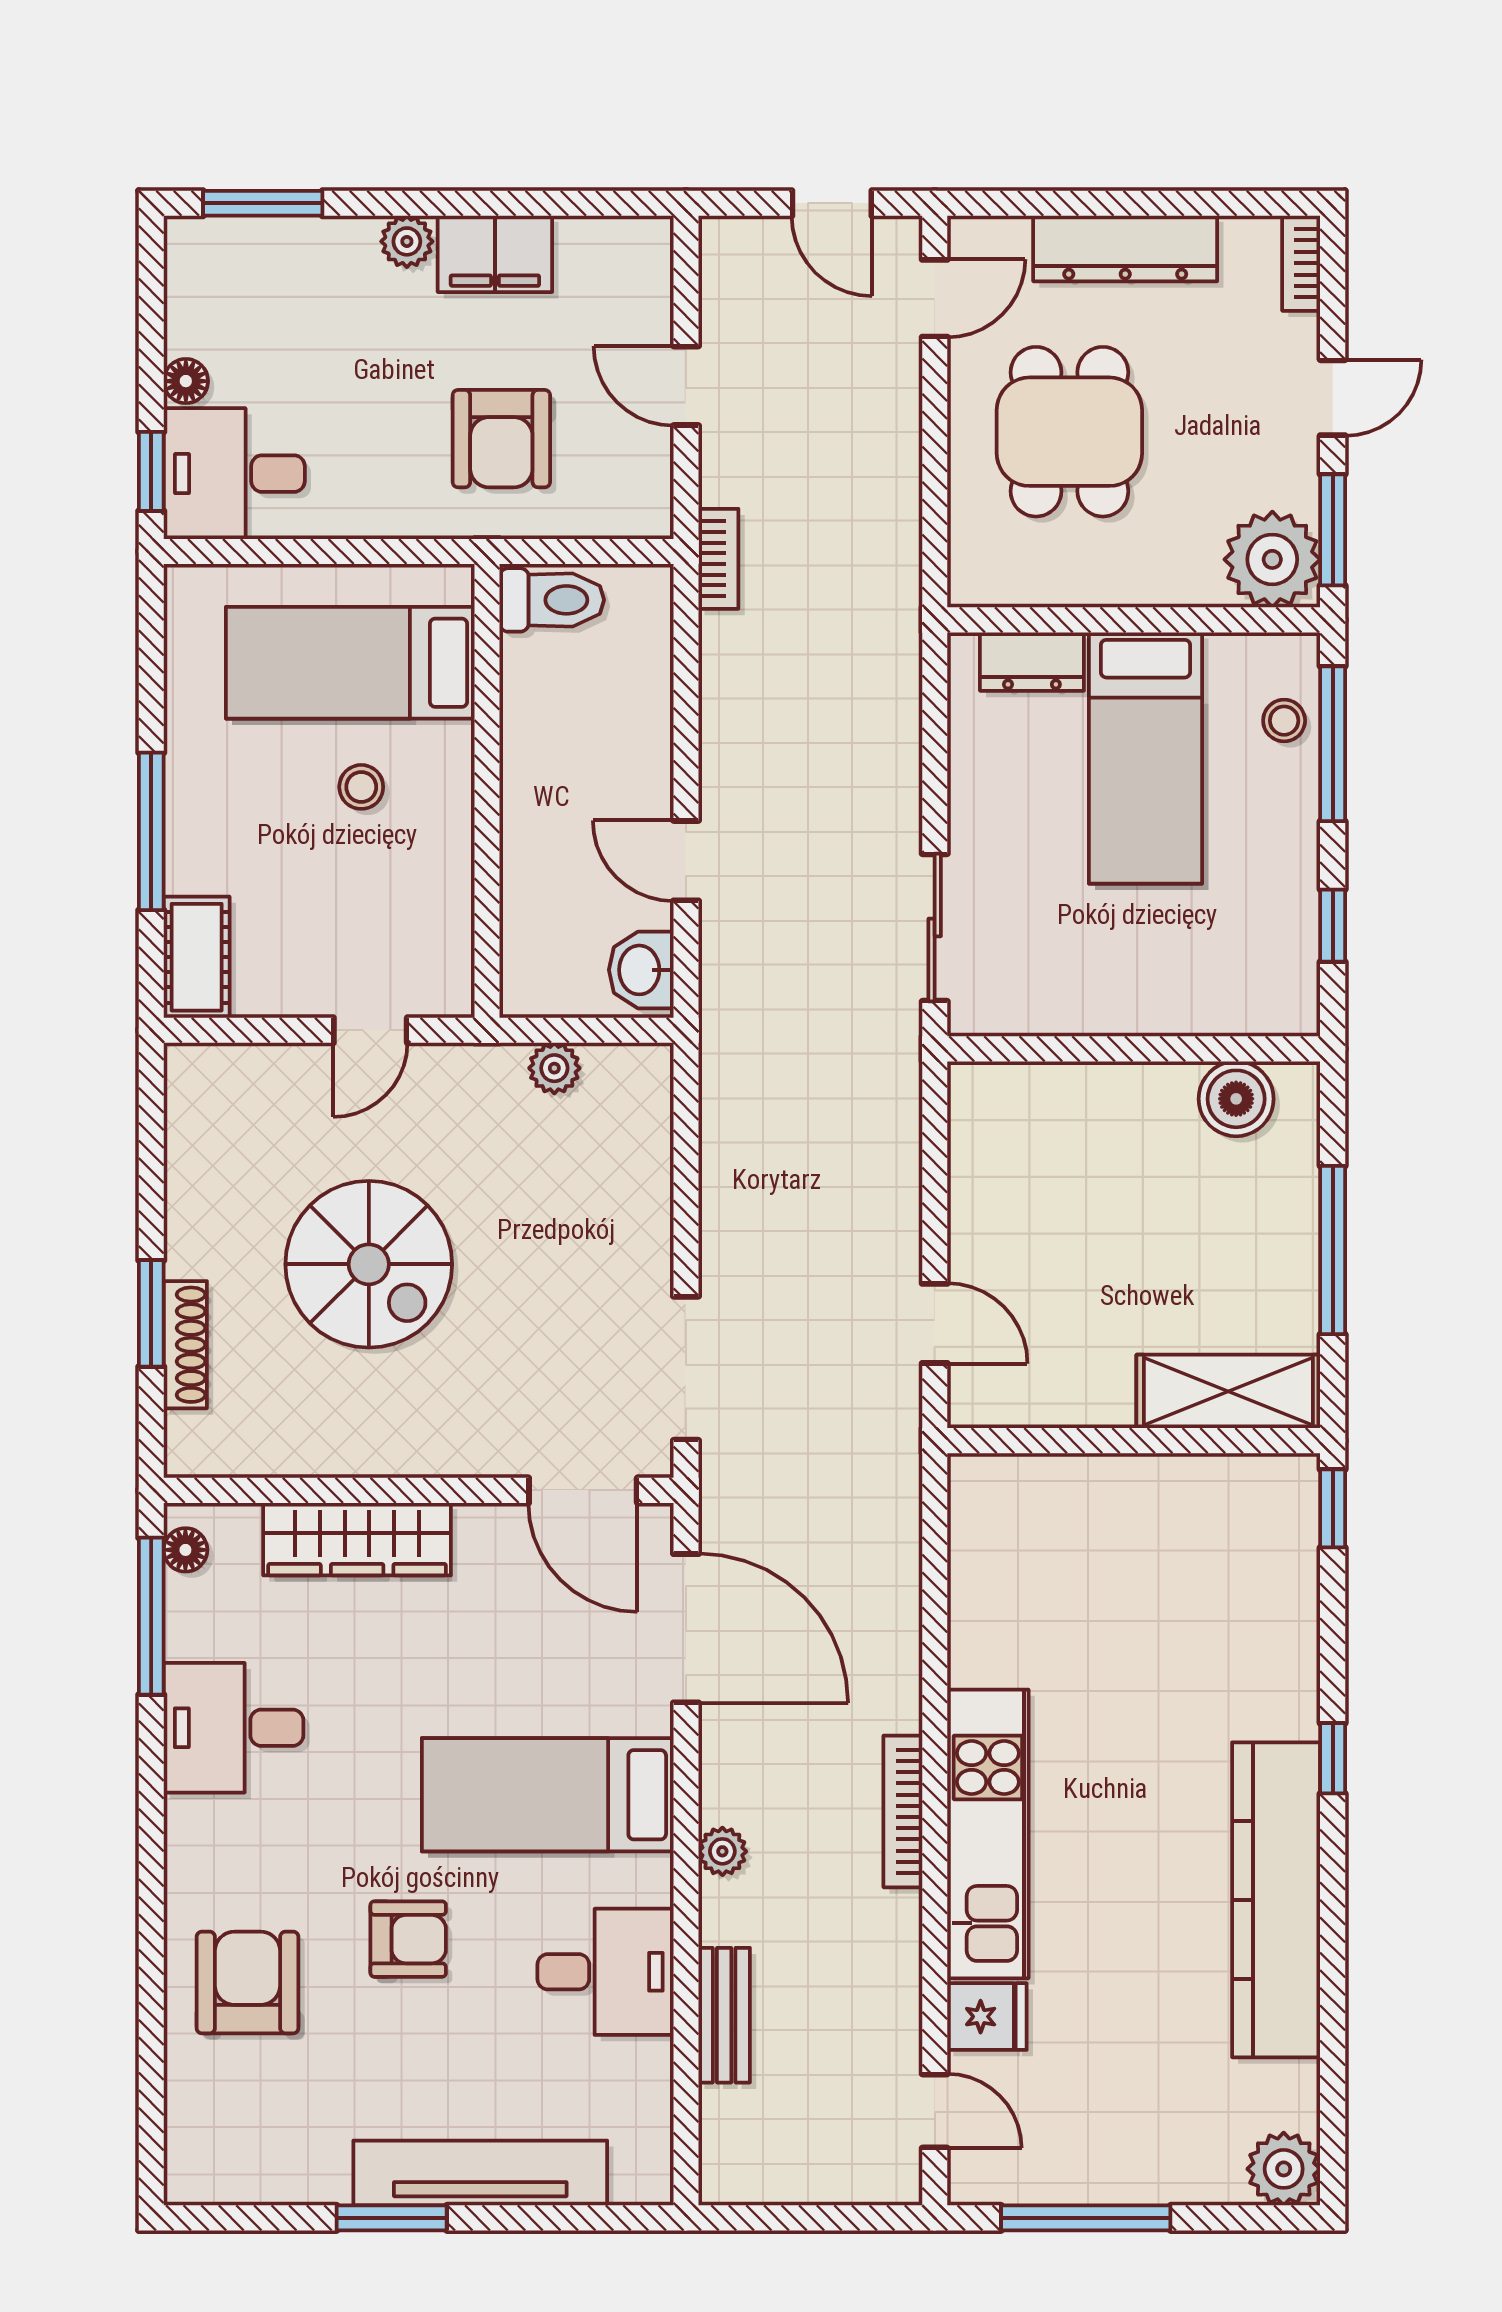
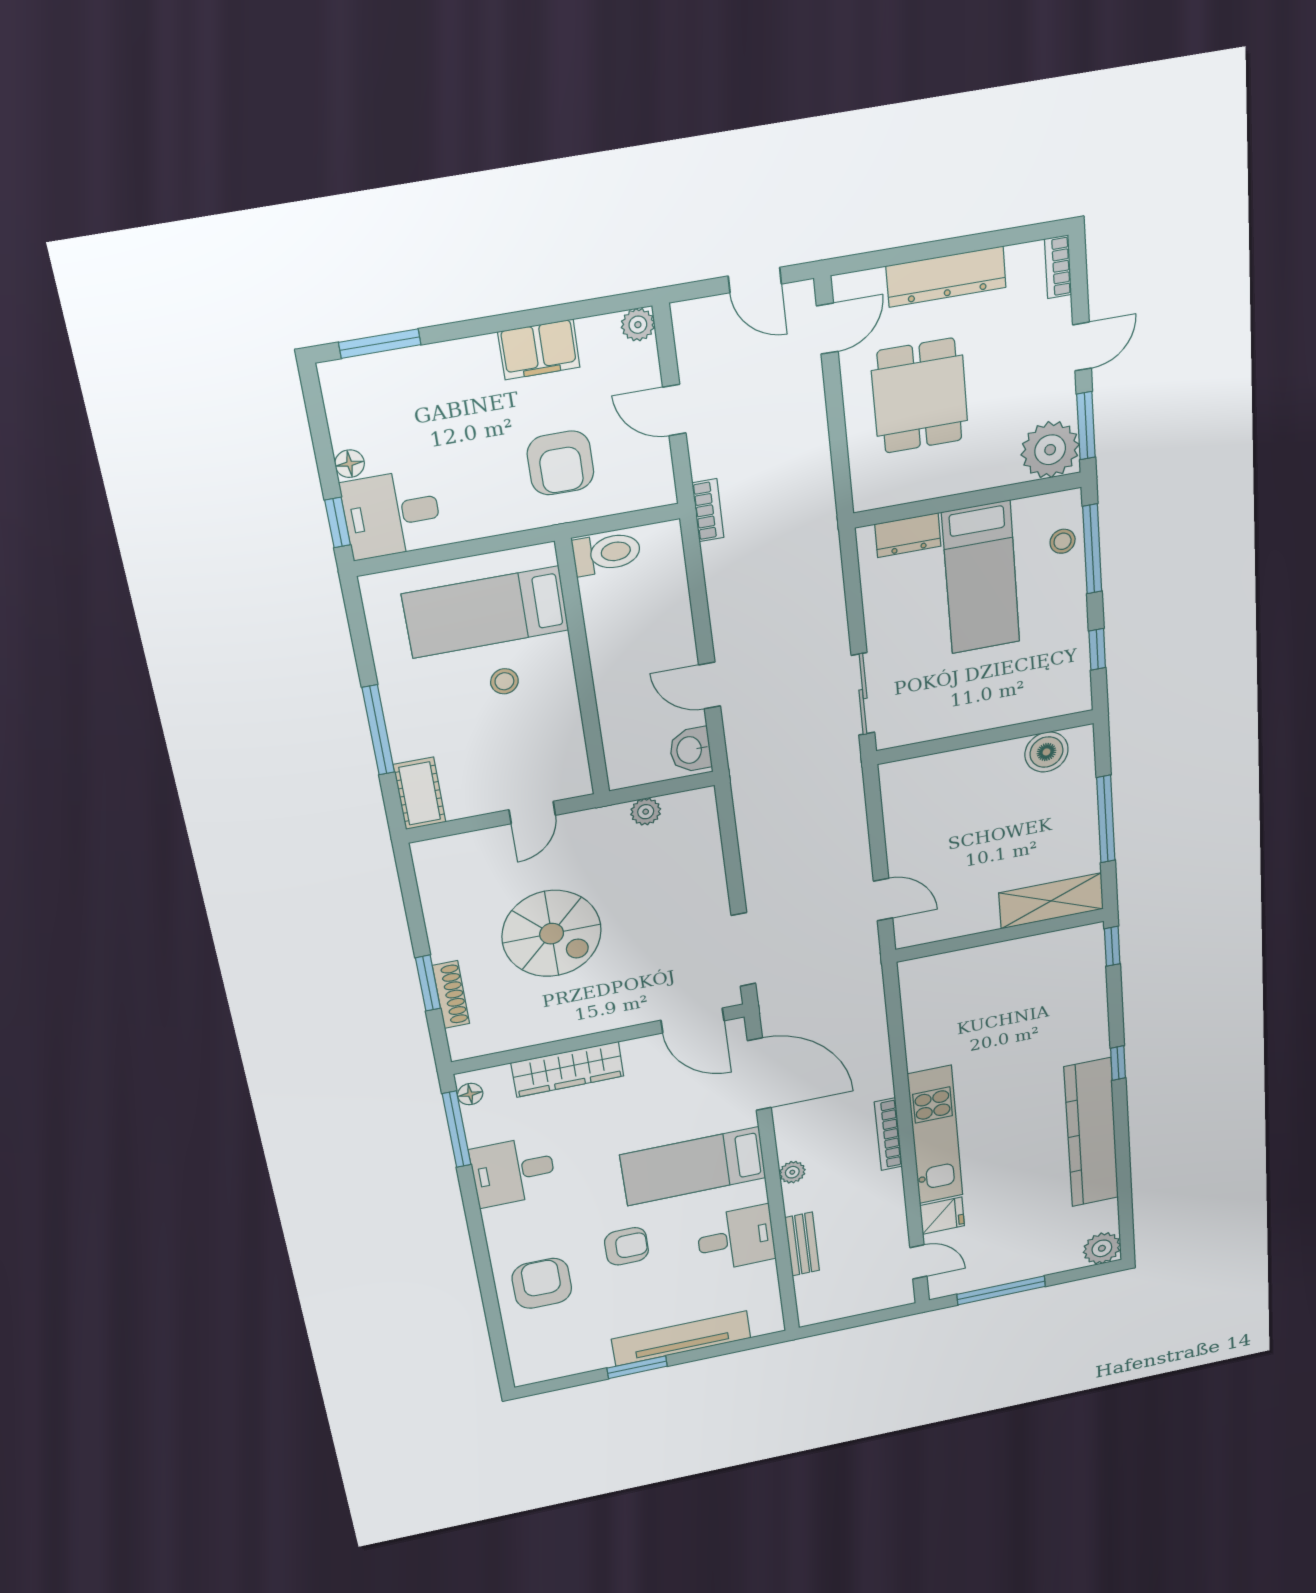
plant: (407, 241) -> (638, 325), moved

